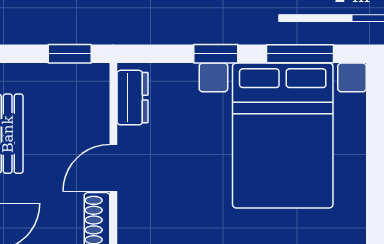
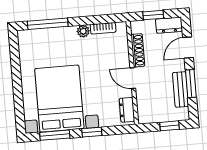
window: (70, 54) -> (170, 126), moved
door: (113, 168) -> (133, 78), swing flipped

